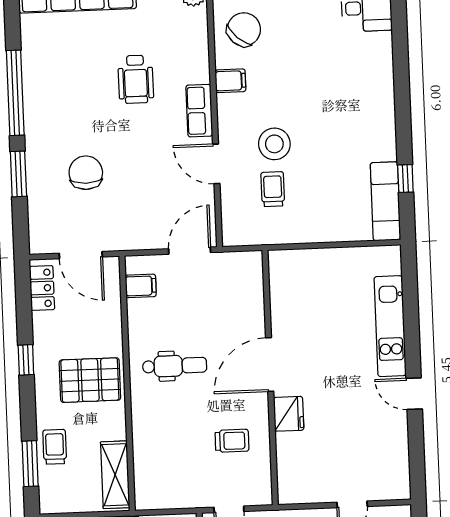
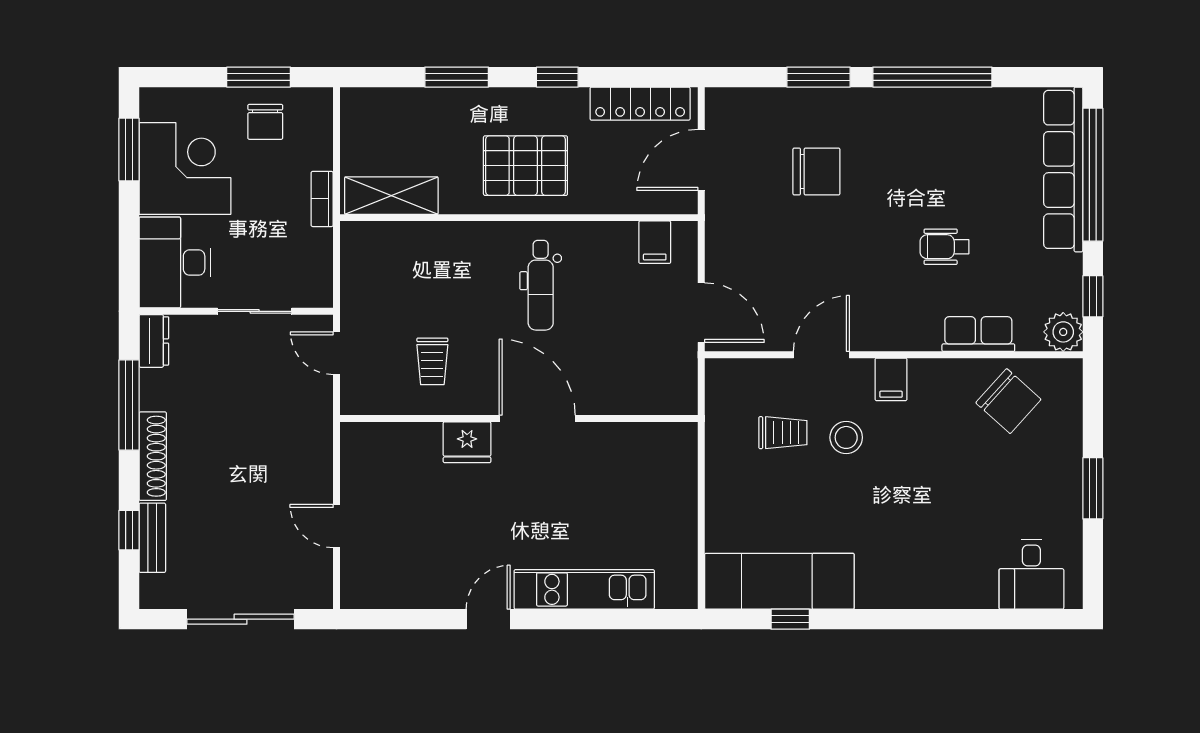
wheelchair: (136, 79) -> (945, 247), width x0.73, depth x0.73
filing cabinet: (230, 81) -> (891, 379), moved
row of seats: (199, 111) -> (978, 334), moved
stool: (274, 144) -> (846, 437), width x0.73, depth x0.73
exam couch: (385, 201) -> (779, 581), width x1.36, depth x1.45
locker: (42, 288) -> (640, 104), width x1.53
pallet: (90, 380) -> (525, 166), turned 90
trolley: (55, 447) -> (434, 112), removed
window: (30, 464) -> (457, 77), moved

